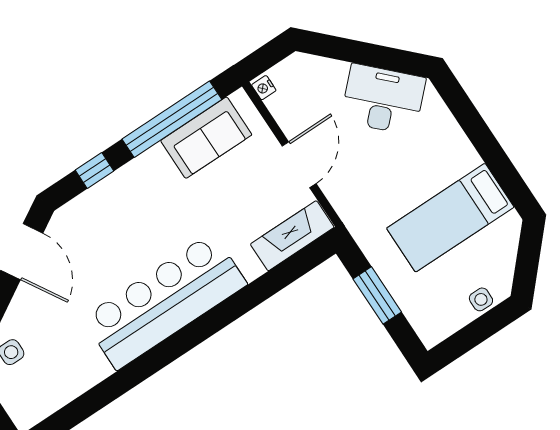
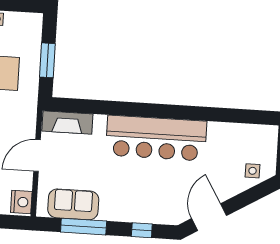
nightstand: (264, 88) -> (21, 202), width x1.89, depth x1.79
window: (172, 119) -> (84, 227), width x0.68

